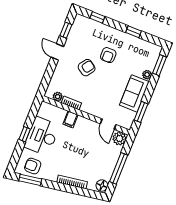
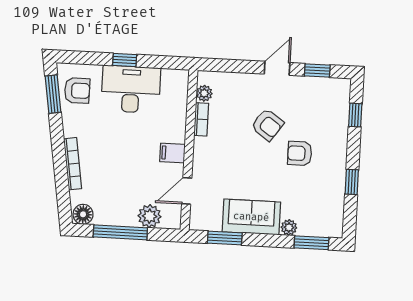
filing cabinet: (70, 119) -> (172, 153), moved
plant: (119, 138) -> (150, 216), moved
armchair: (33, 166) -> (77, 91), turned 90

